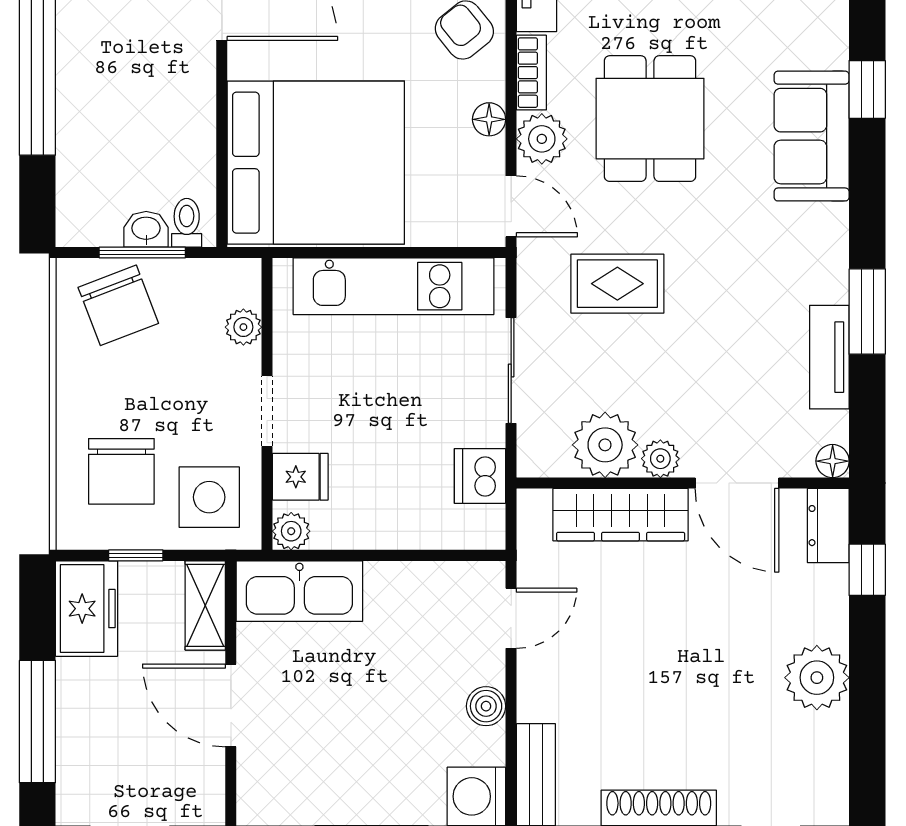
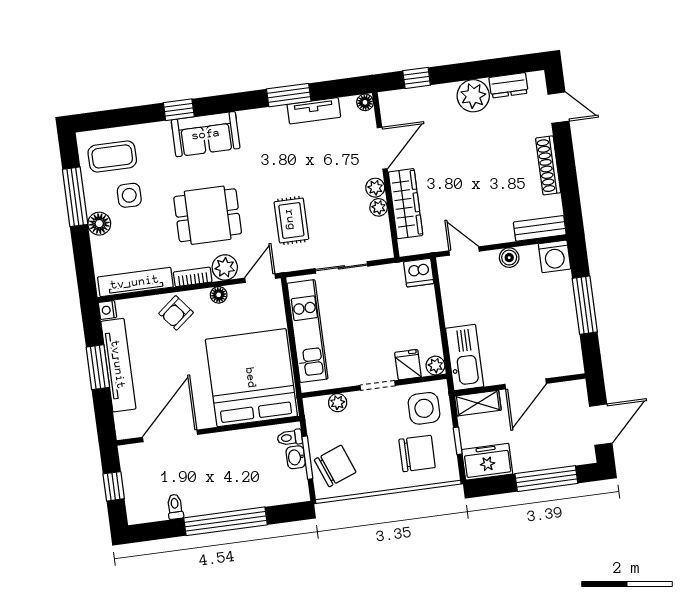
plant: (605, 445) -> (379, 207), width x0.53, depth x0.53
dishwasher: (480, 476) -> (419, 273), moved
dresser: (828, 526) -> (509, 85), moved

